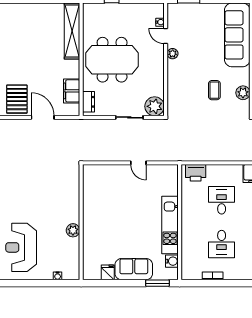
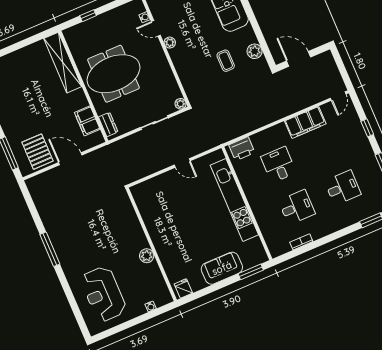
plant: (155, 106) -> (181, 104), width x0.53, depth x0.53
kitchen unit: (170, 225) -> (234, 200), width x1.36
desk: (222, 244) -> (297, 207), turned -90
water cooler: (172, 261) -> (256, 244), removed
fridge: (108, 272) -> (183, 288), moved

